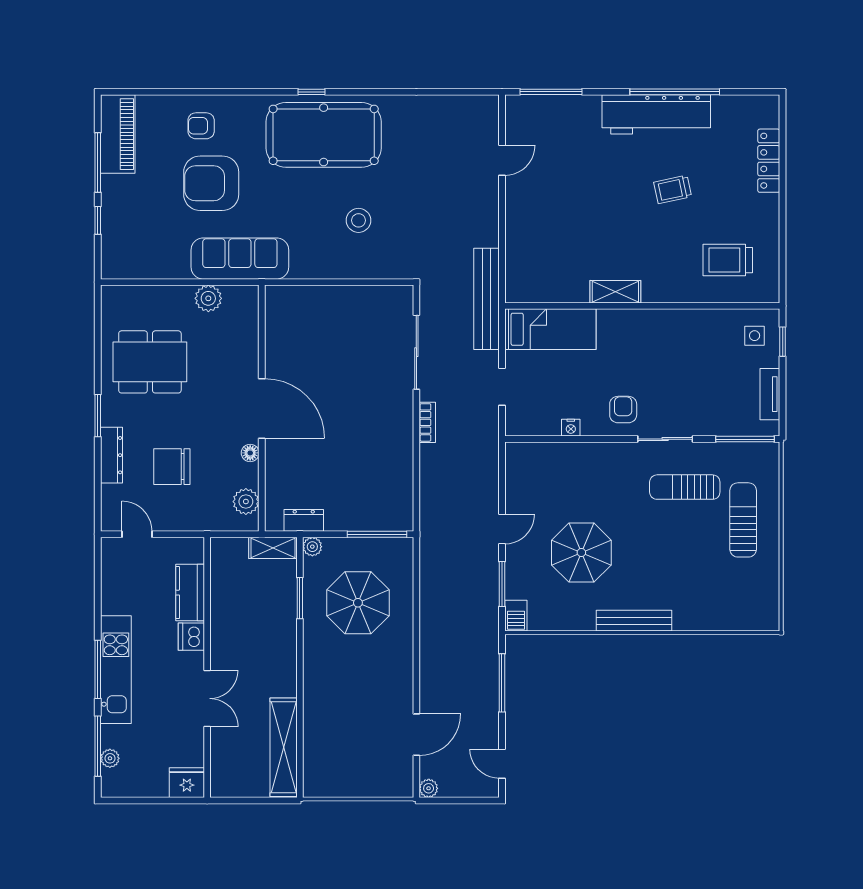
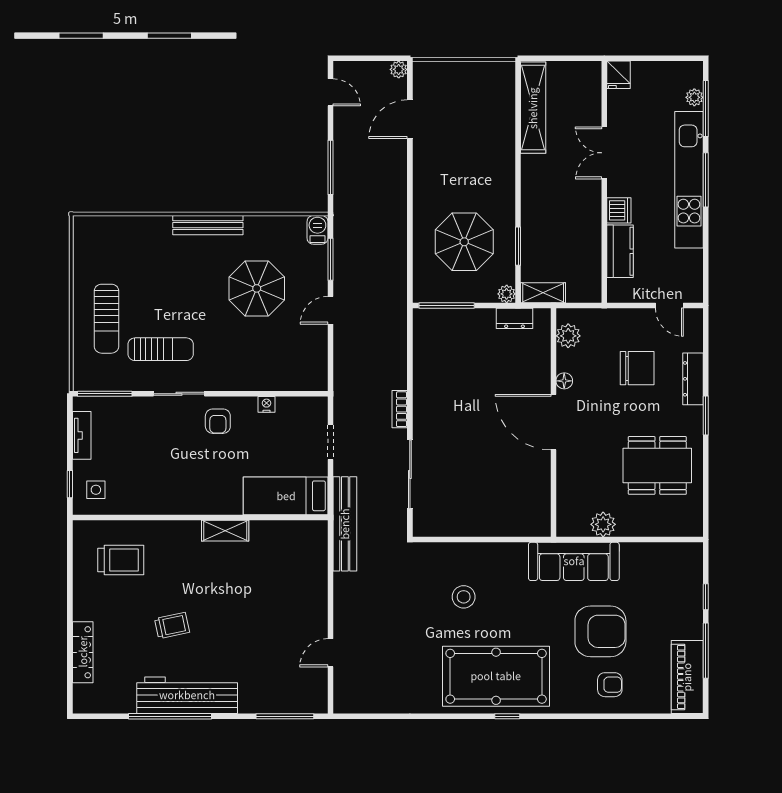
kitchen unit: (116, 670) -> (689, 180), width x1.36
fridge: (187, 783) -> (619, 75), width x0.72

